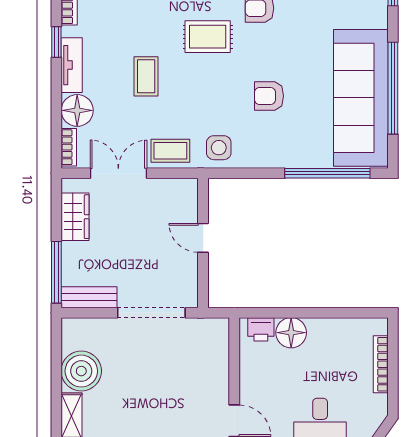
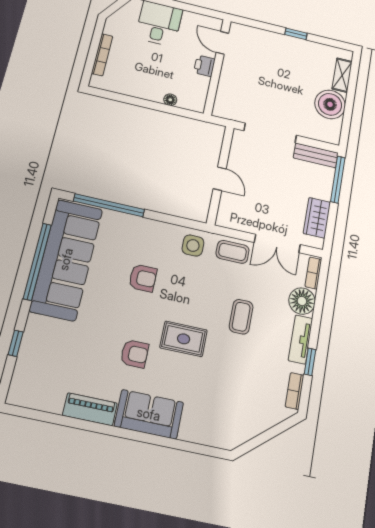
printer: (261, 329) -> (204, 66), moved, turned -90
floor lamp: (291, 333) -> (170, 100), width x0.53, depth x0.53

